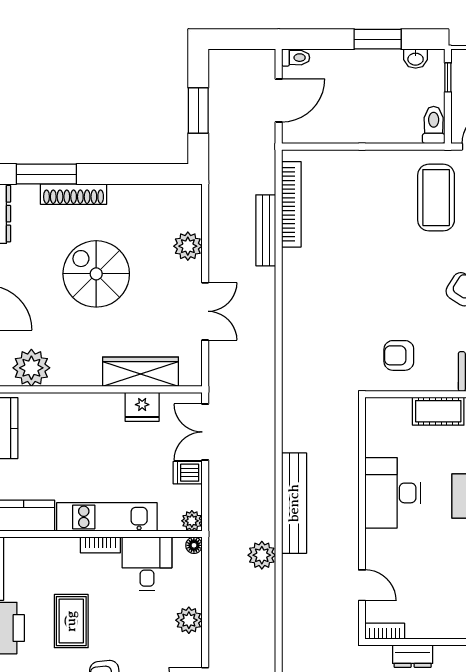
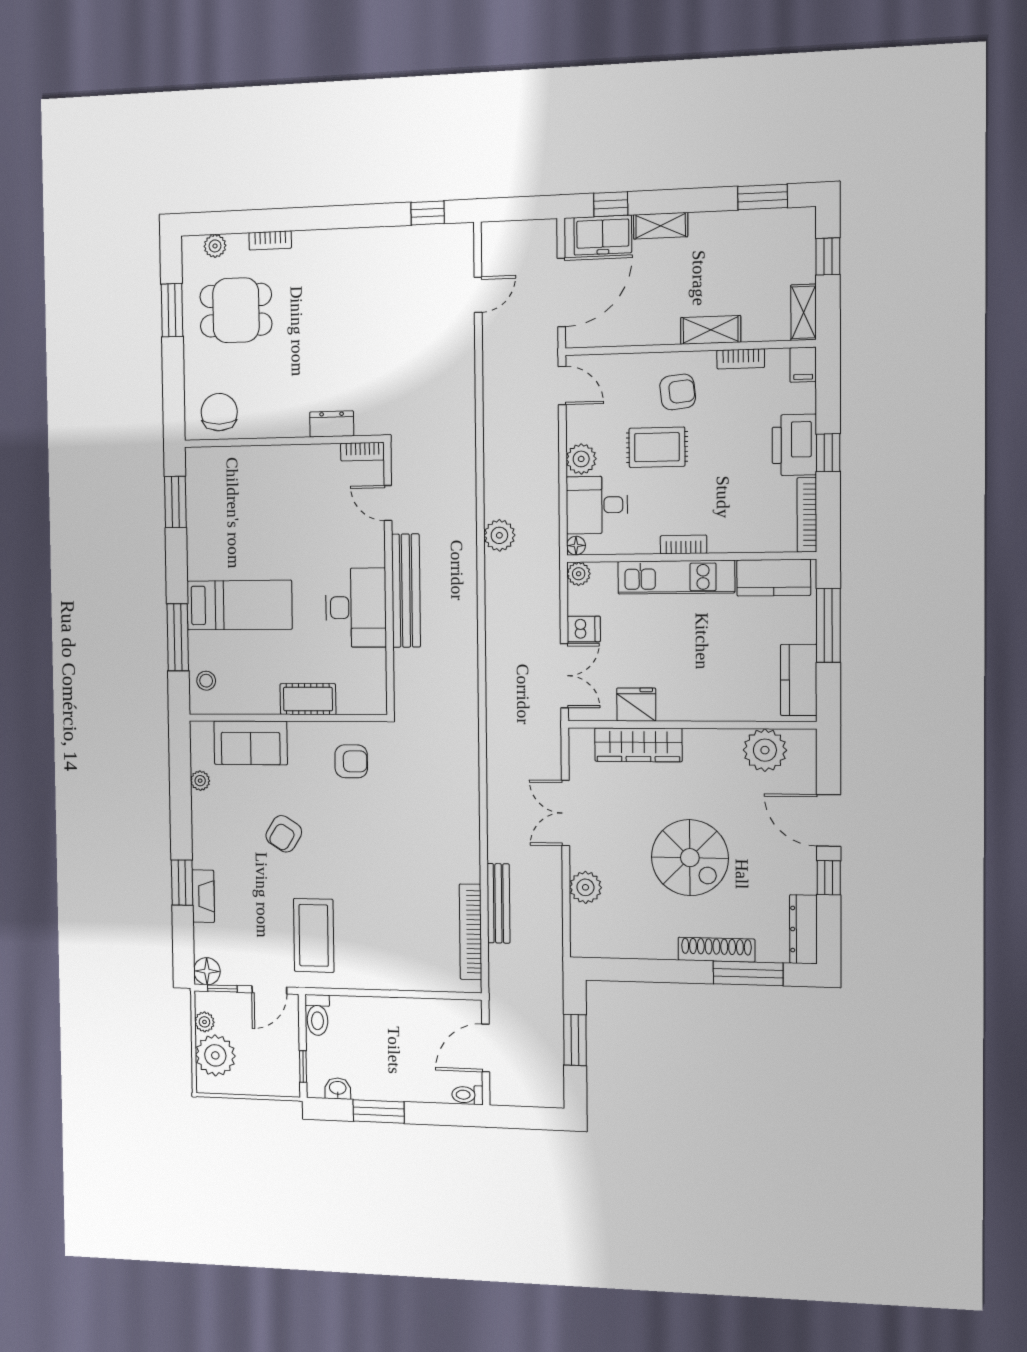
bench: (294, 503) -> (406, 591), moved
desk: (147, 564) -> (597, 505), moved, turned 90
rug: (71, 621) -> (657, 447), moved, turned 90

